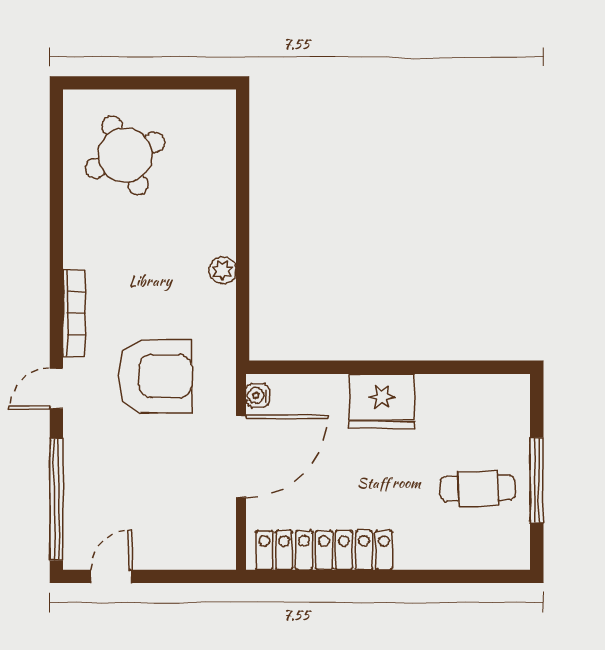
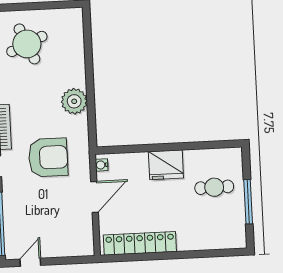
plant: (223, 270) -> (74, 101), width x1.87, depth x1.87
door: (241, 457) -> (95, 197), width x0.73
cafe table: (478, 488) -> (214, 187), moved

